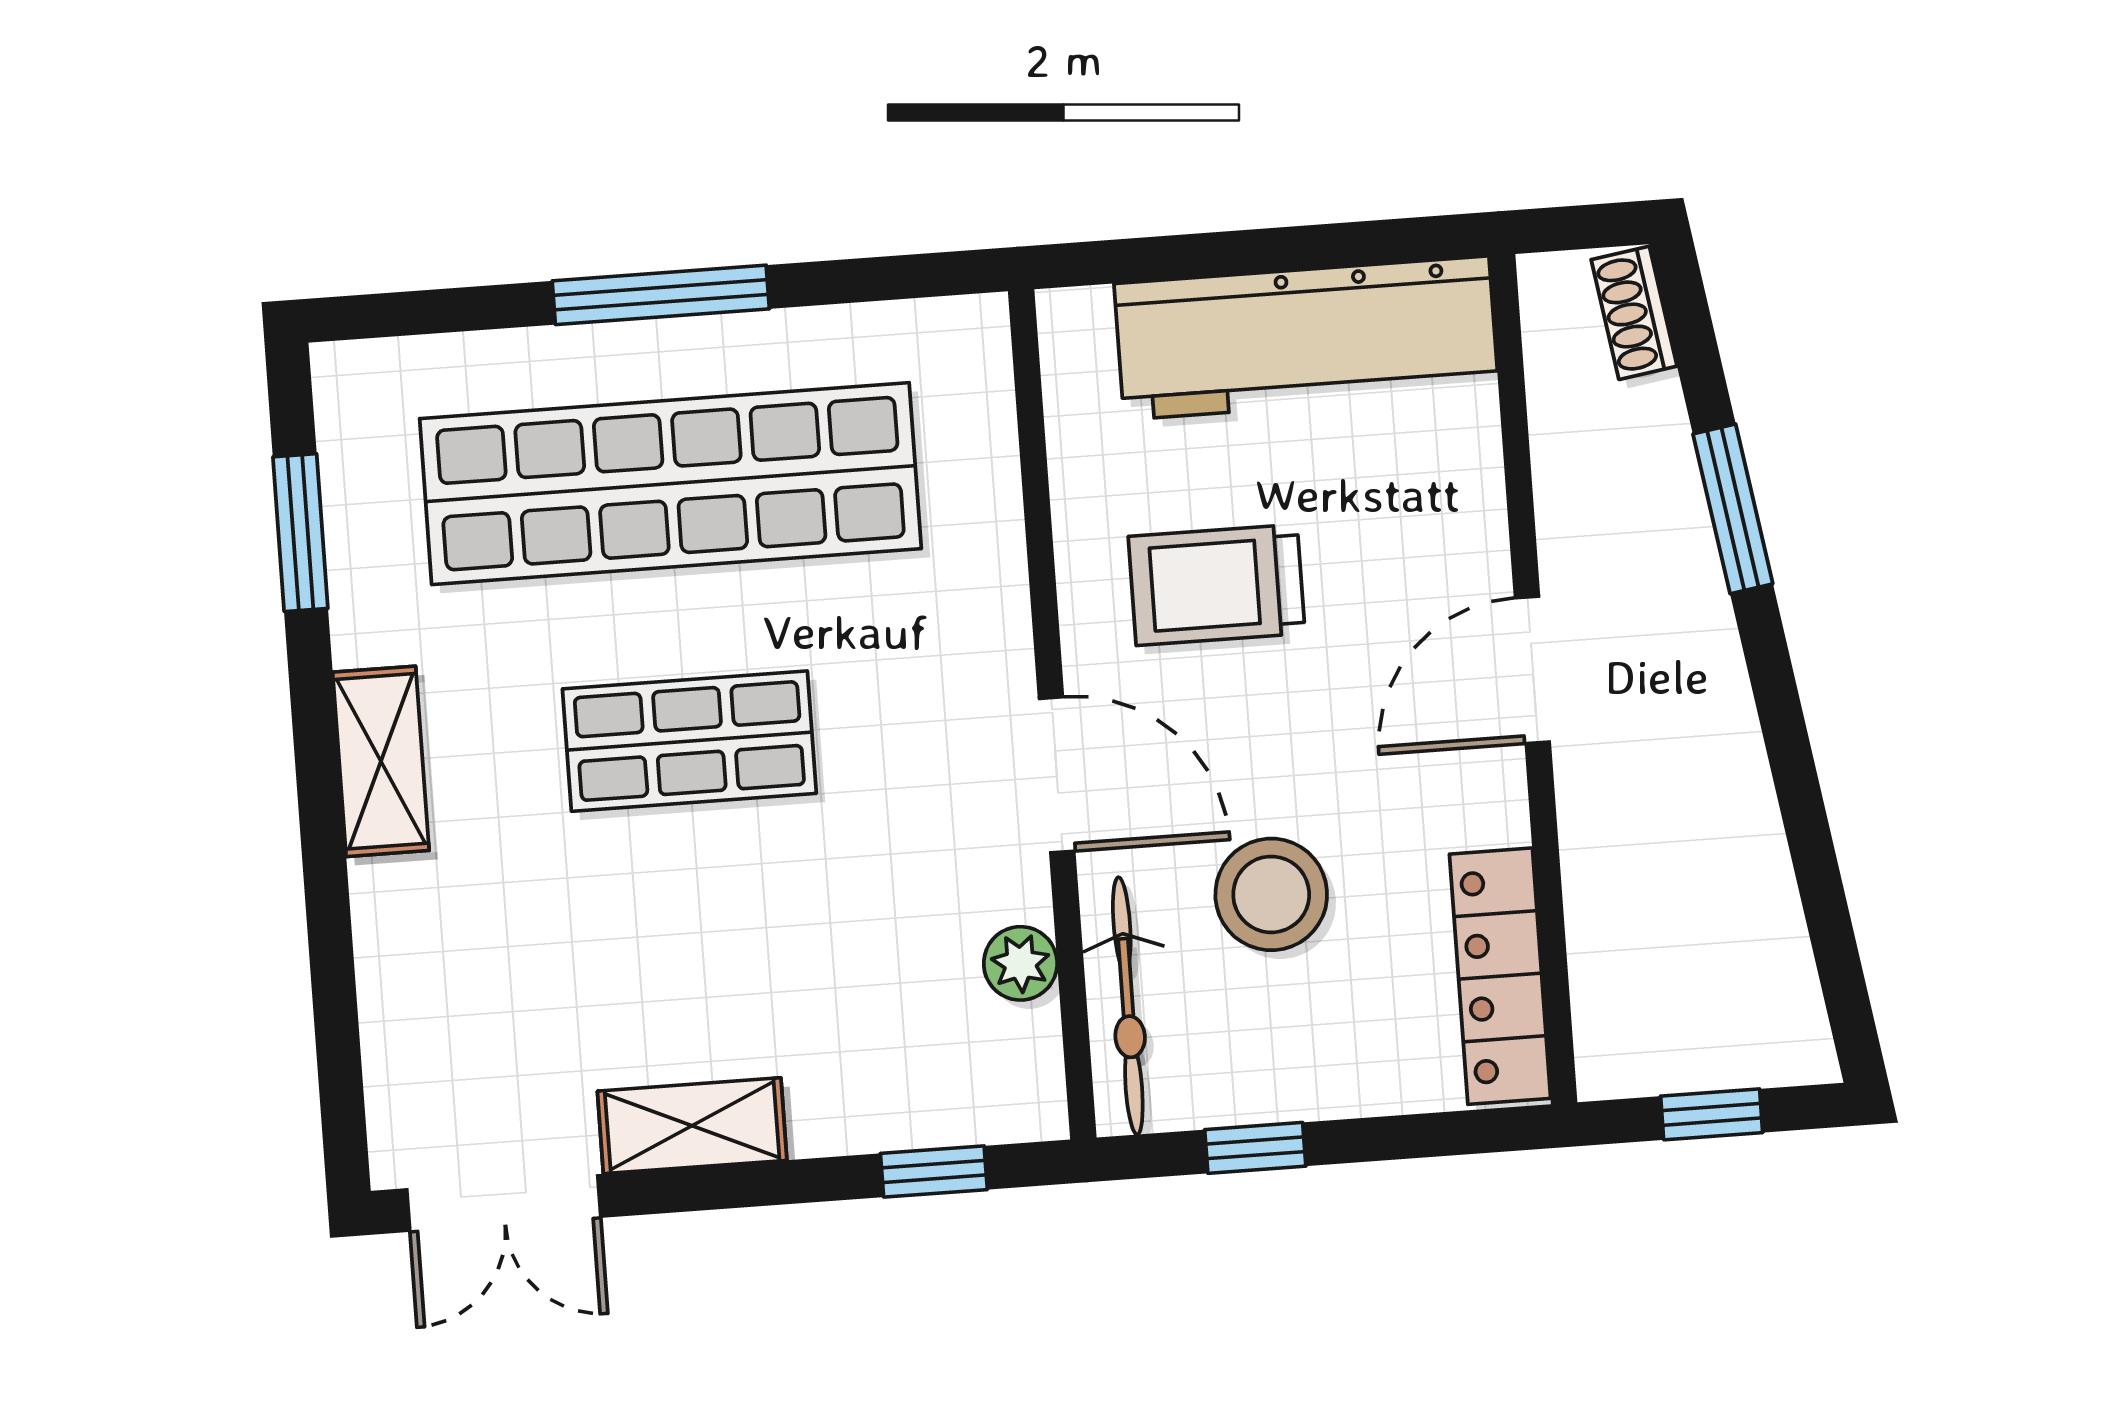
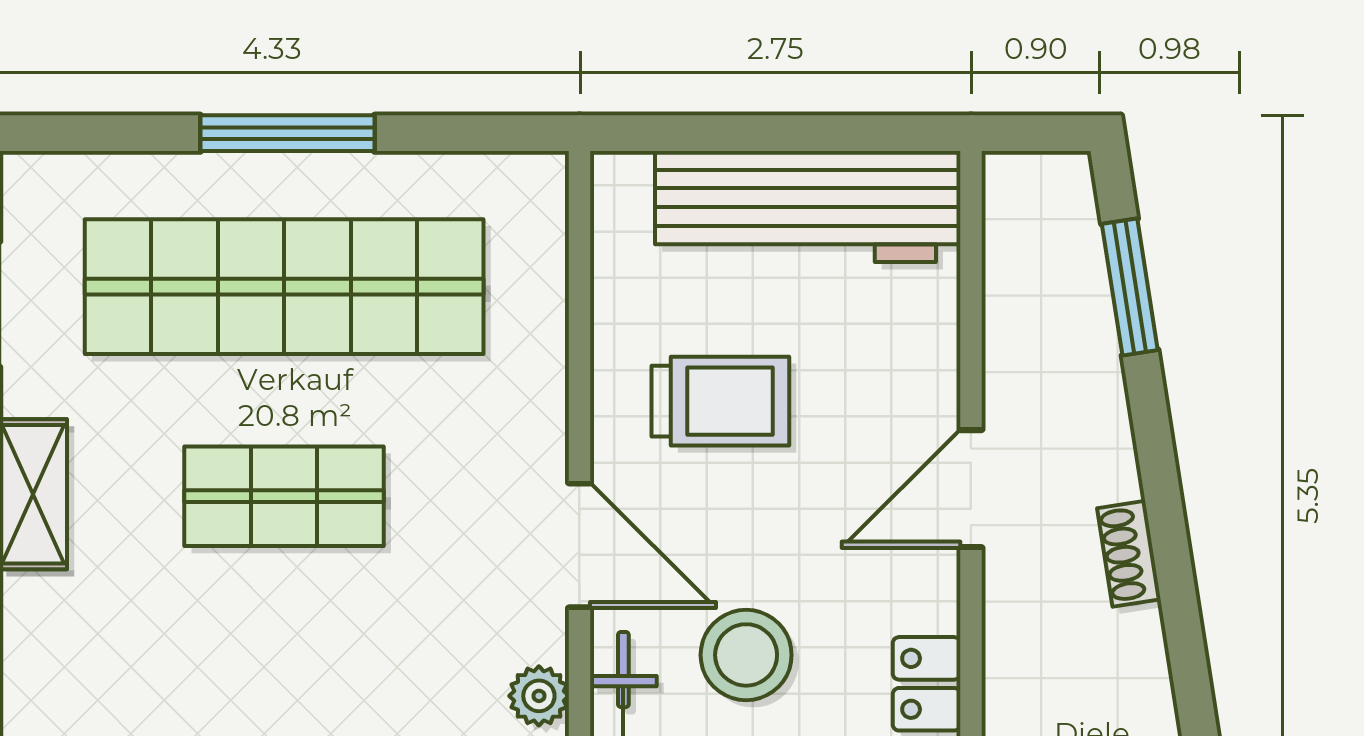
shoe rack: (1634, 313) -> (1129, 554), moved
window: (1733, 509) -> (1130, 287), moved
trolley: (1217, 585) -> (720, 401), turned 180

